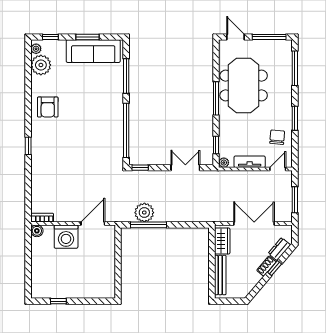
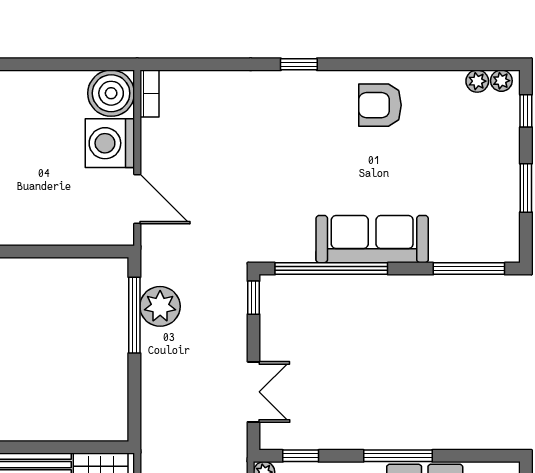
sofa: (93, 51) -> (372, 239), moved, turned 90
plant: (41, 65) -> (477, 81), width x0.53, depth x0.53
window: (126, 76) -> (469, 269), moved
boiler: (37, 231) -> (111, 93), width x1.86, depth x1.86

